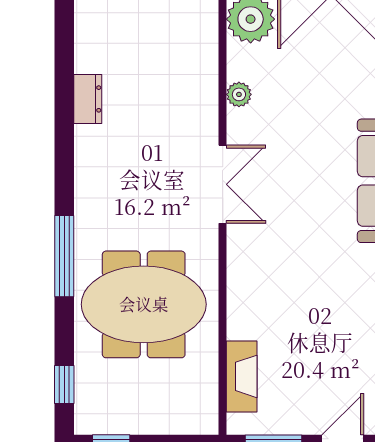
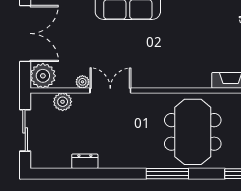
plant: (201, 57) -> (63, 102), added
double door: (223, 184) -> (110, 90), moved

